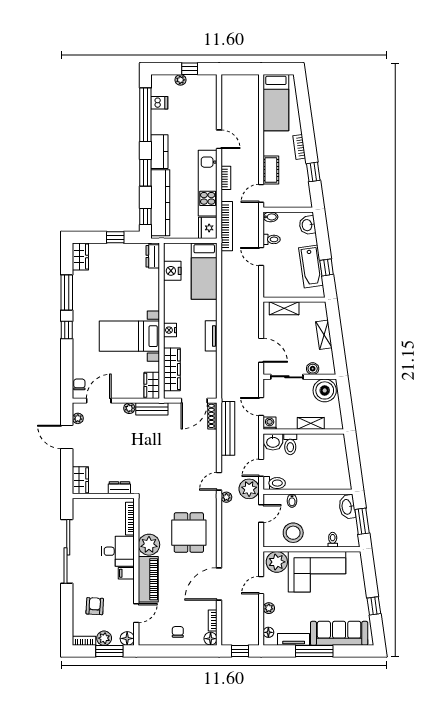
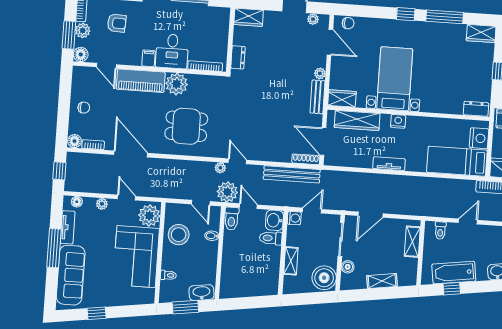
toilet: (272, 239) -> (440, 230), moved
nightstand: (172, 271) -> (479, 138), moved, turned 90

